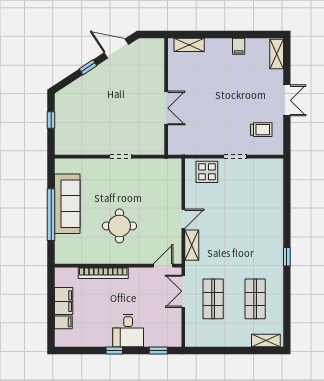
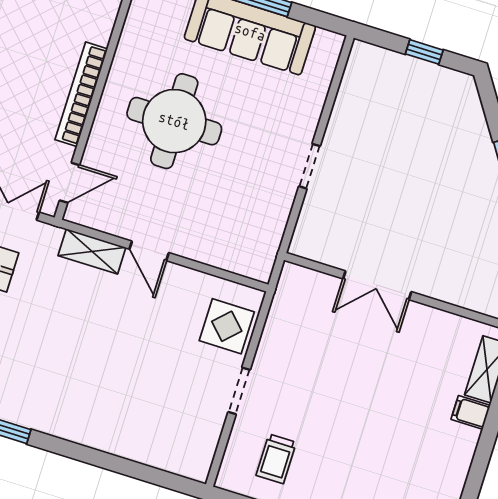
filing cabinet: (239, 46) -> (471, 412), moved
round table: (119, 226) -> (174, 121), width x1.36, depth x1.36
door: (163, 266) -> (69, 183), hinge flipped
bookcase: (103, 273) -> (81, 94), moved

